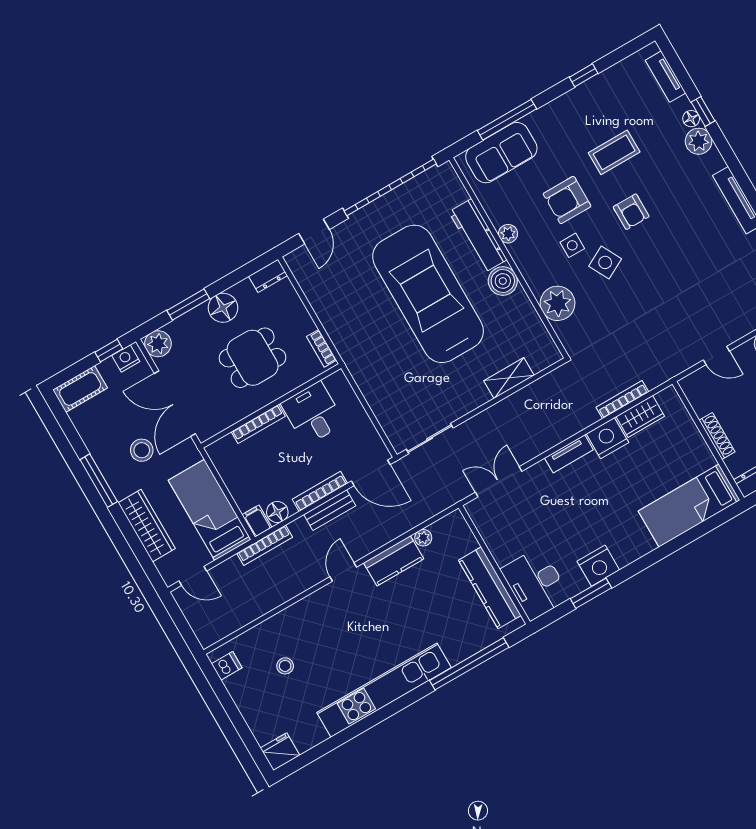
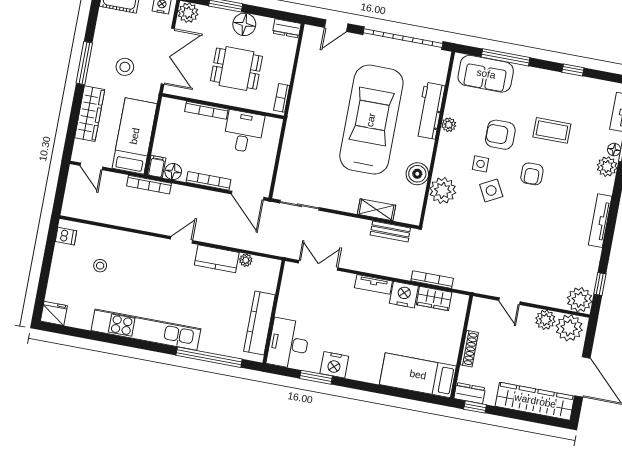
boiler: (503, 281) -> (417, 174), moved
double door: (175, 404) -> (168, 56), swing flipped
bench: (330, 510) -> (390, 231), moved

